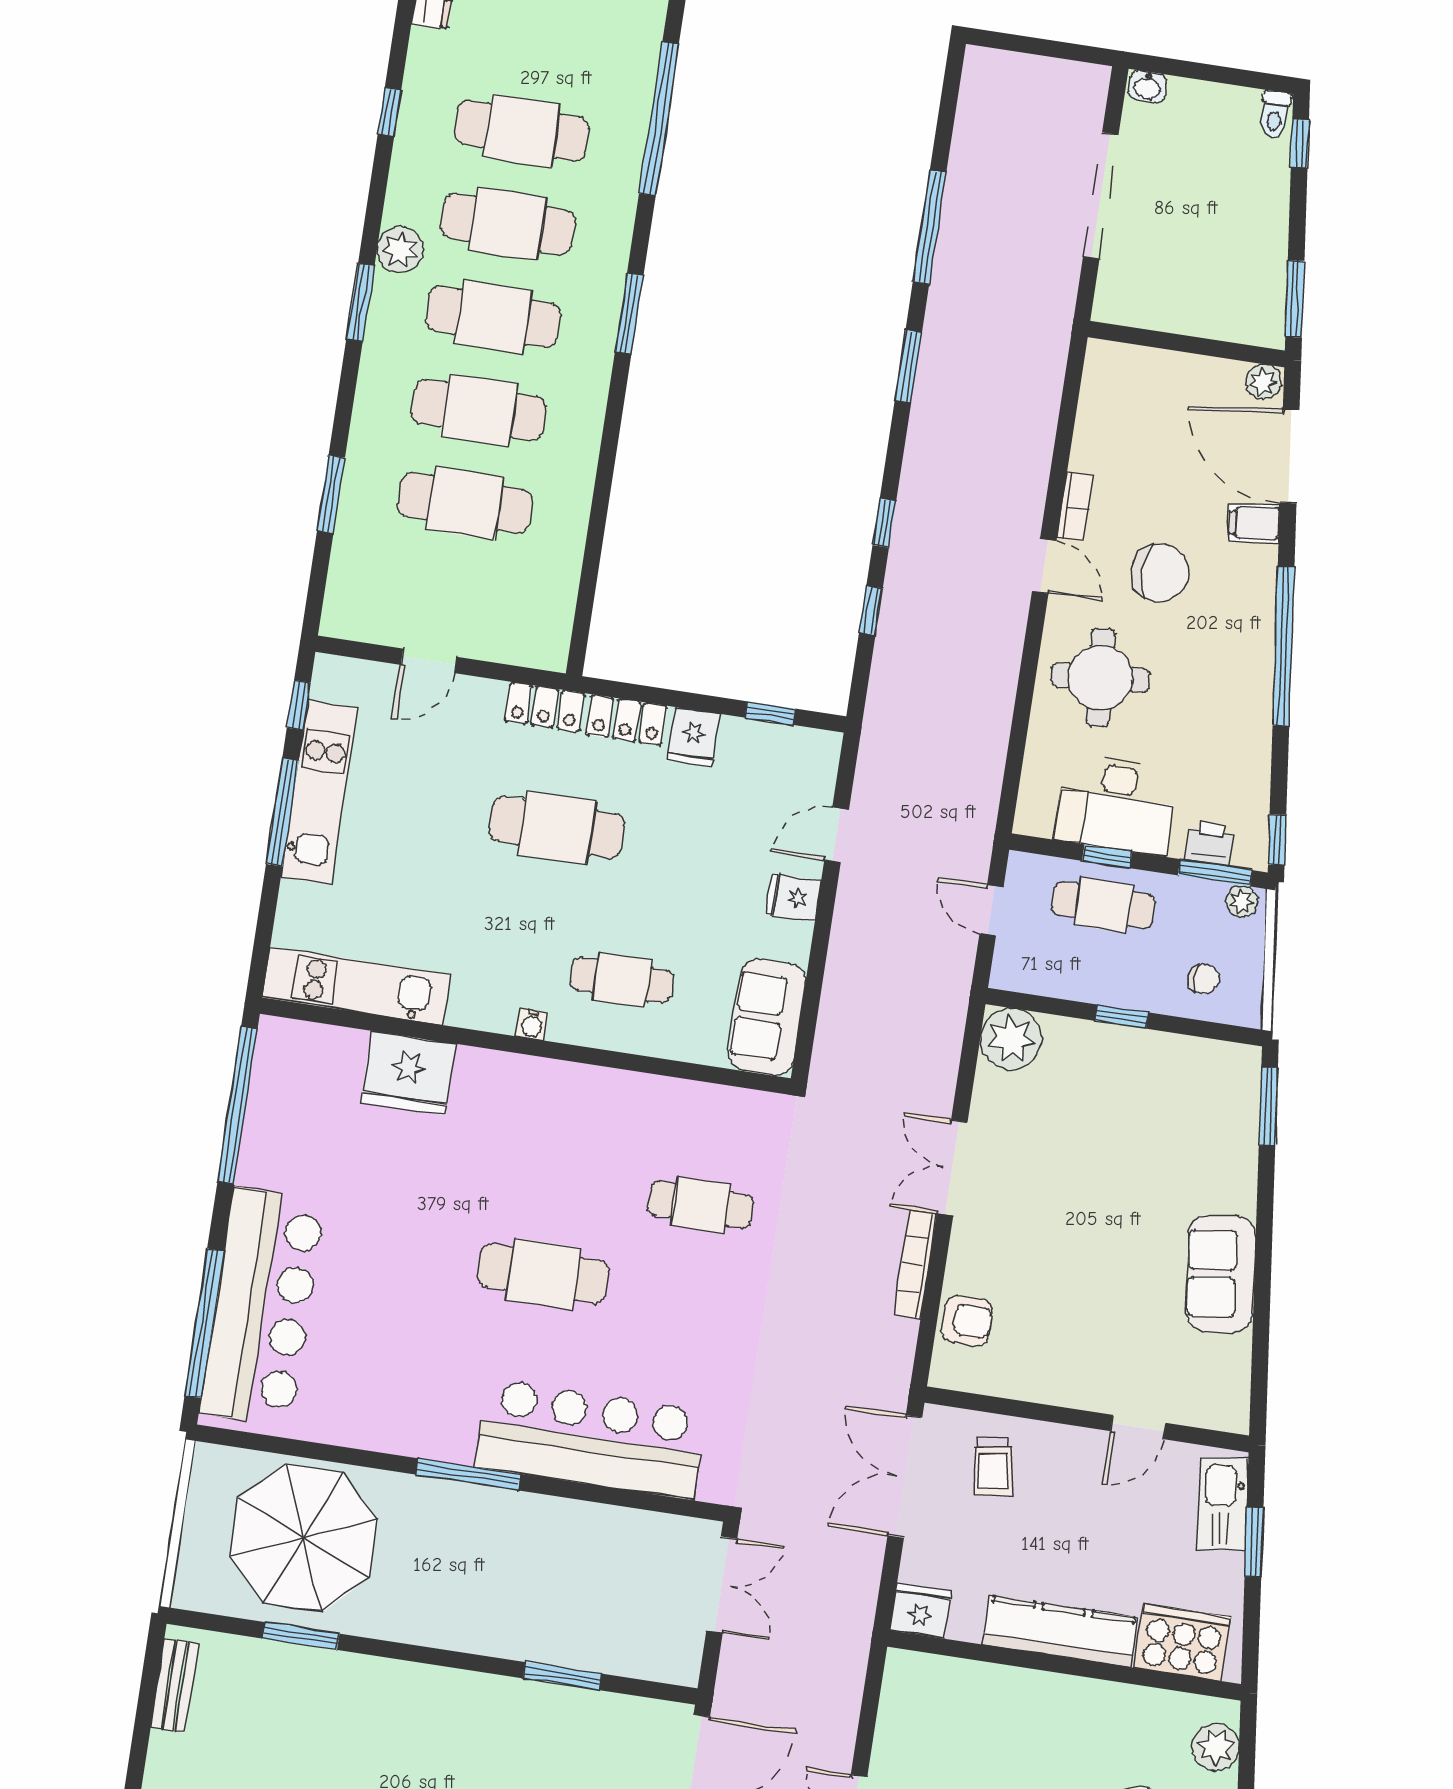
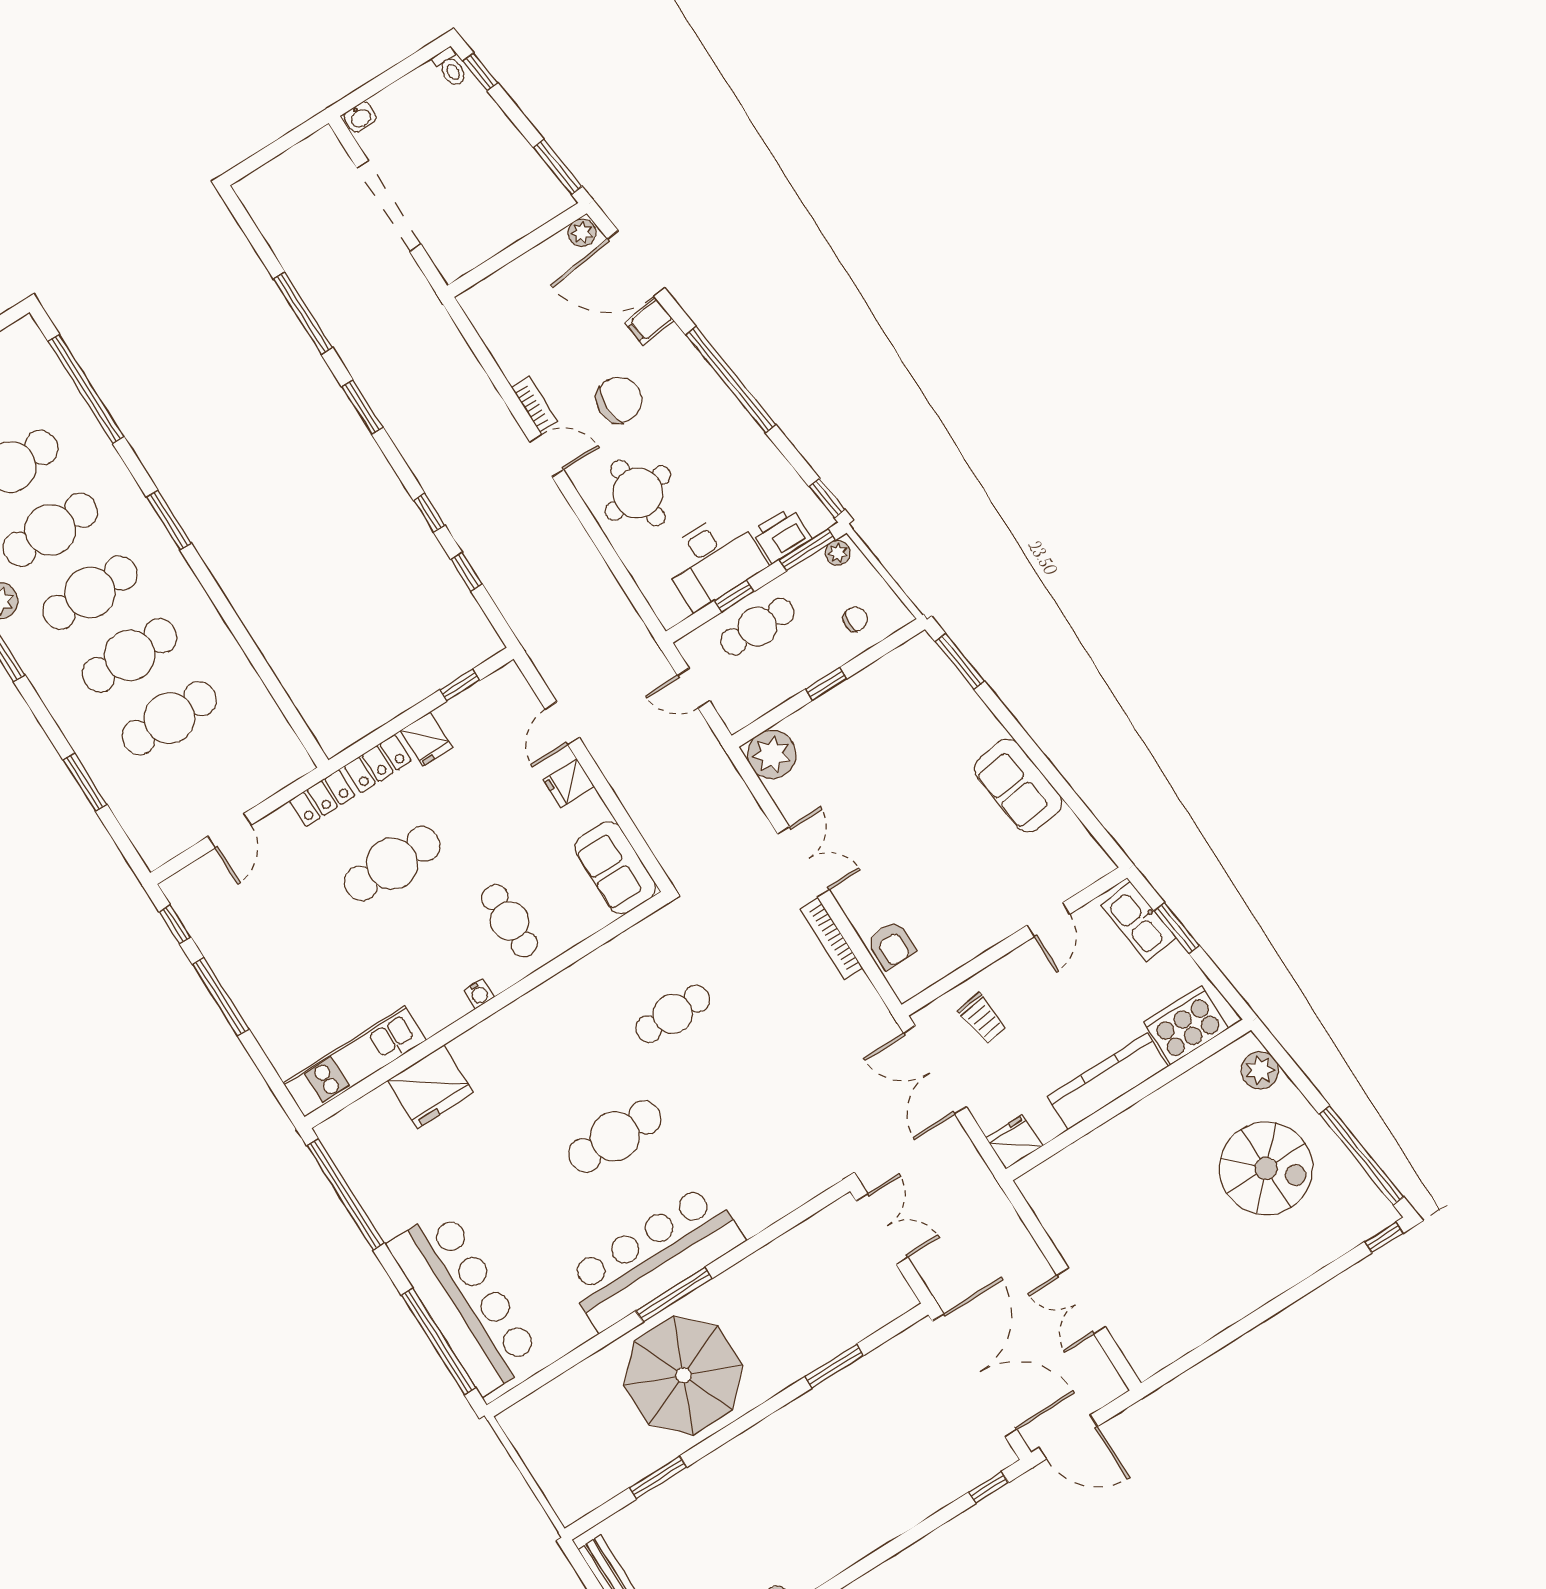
kitchen unit: (319, 792) -> (232, 966), removed
printer: (1210, 843) -> (782, 535), width x1.36, depth x1.24
cafe table: (622, 980) -> (510, 921), turned 90
double door: (952, 1168) -> (803, 862), swing flipped
armchair: (967, 1321) -> (891, 945), turned 90
bar counter: (590, 1439) -> (654, 1257), moved
parasol: (304, 1538) -> (683, 1375), moved

